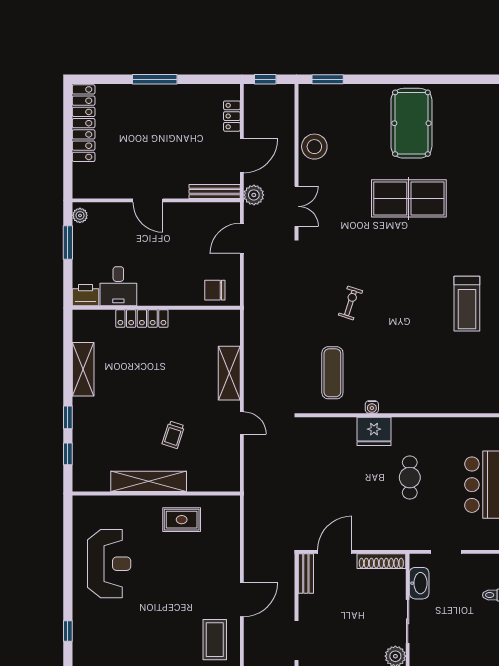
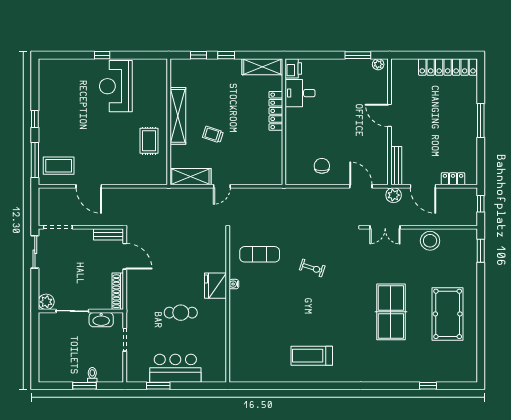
pool table: (411, 123) -> (448, 314), turned 90
door: (148, 200) -> (389, 115), hinge flipped
desk: (118, 286) -> (300, 93), moved
printer: (86, 295) -> (293, 68), moved
wall: (156, 308) -> (284, 122), moved
locker: (142, 319) -> (276, 111), moved
shelving: (229, 373) -> (190, 177), moved
reception desk: (109, 564) -> (116, 86), turned 90
window: (68, 631) -> (102, 55), moved

